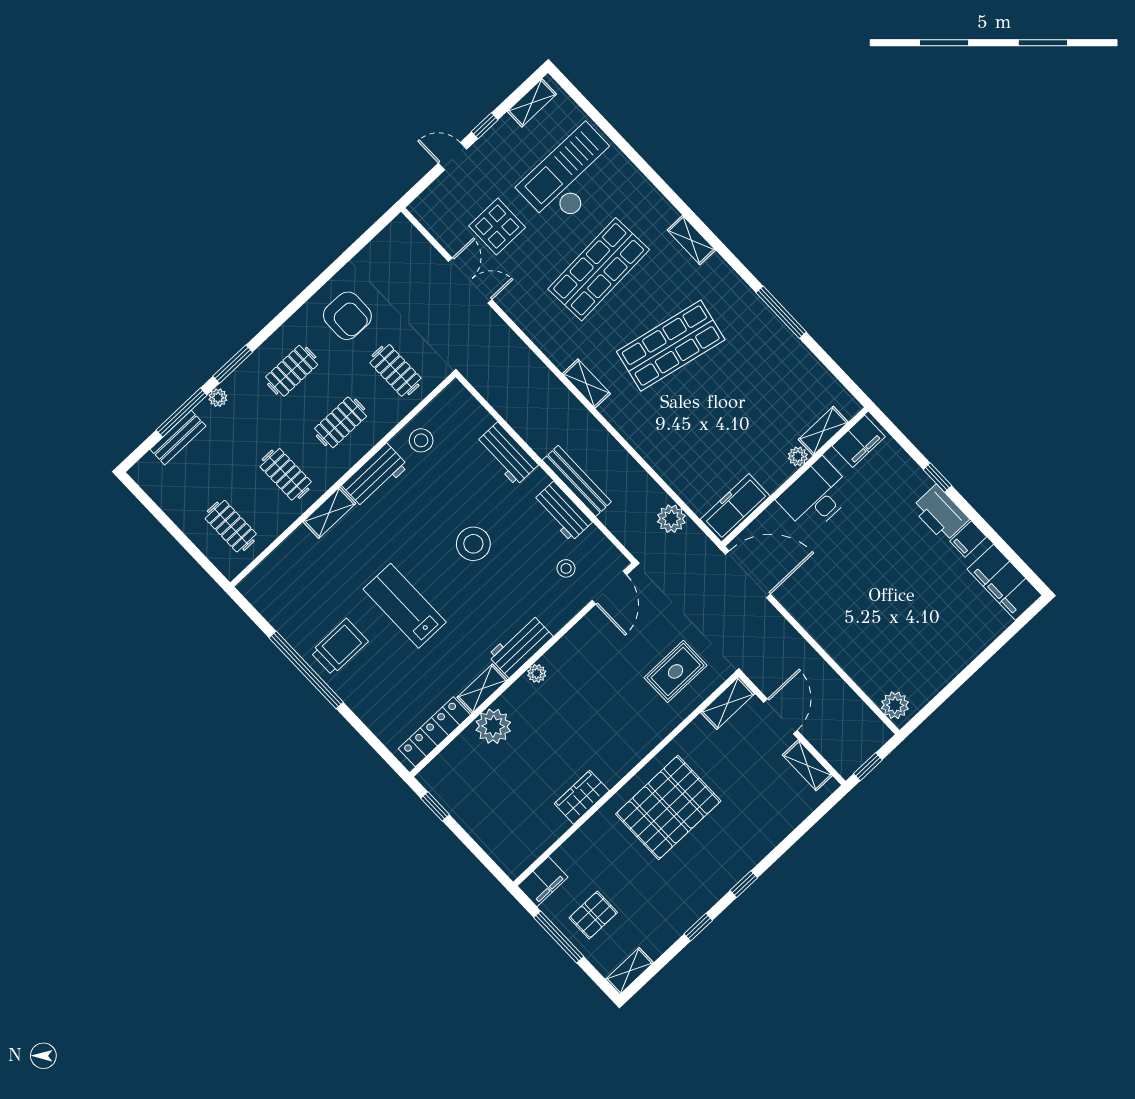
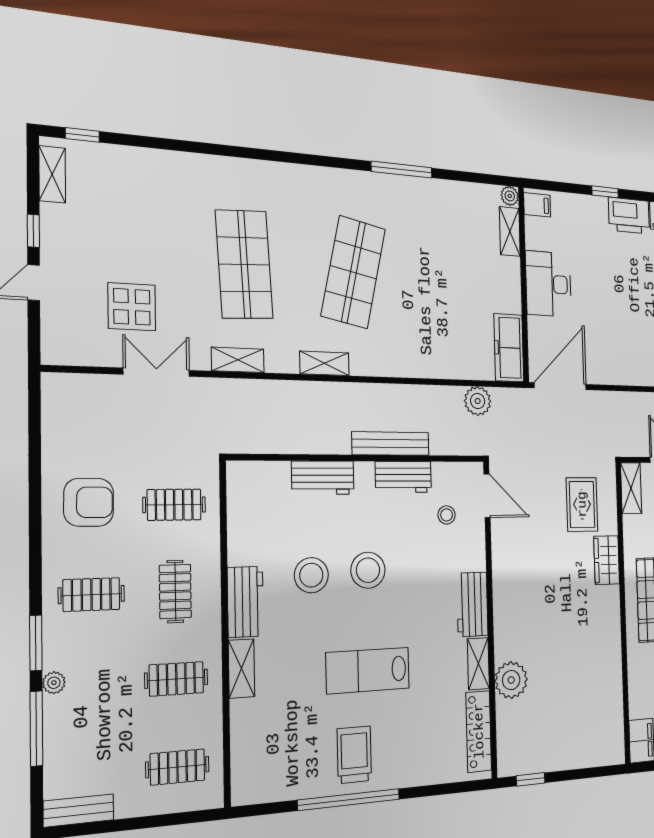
window: (576, 96) -> (82, 135), added
checkout: (571, 176) -> (147, 208), removed
shelving: (691, 240) -> (238, 360), moved
clothes rail: (292, 371) -> (91, 595), turned 90
bench: (178, 438) -> (79, 811), moved, turned 90
stool: (421, 440) -> (311, 575), moved, width x1.38, depth x1.38
filing cabinet: (859, 441) -> (537, 205), width x0.50
plant: (798, 456) -> (510, 196), moved
plant: (537, 673) -> (501, 610), removed
wardrobe: (582, 797) -> (607, 560), moved

